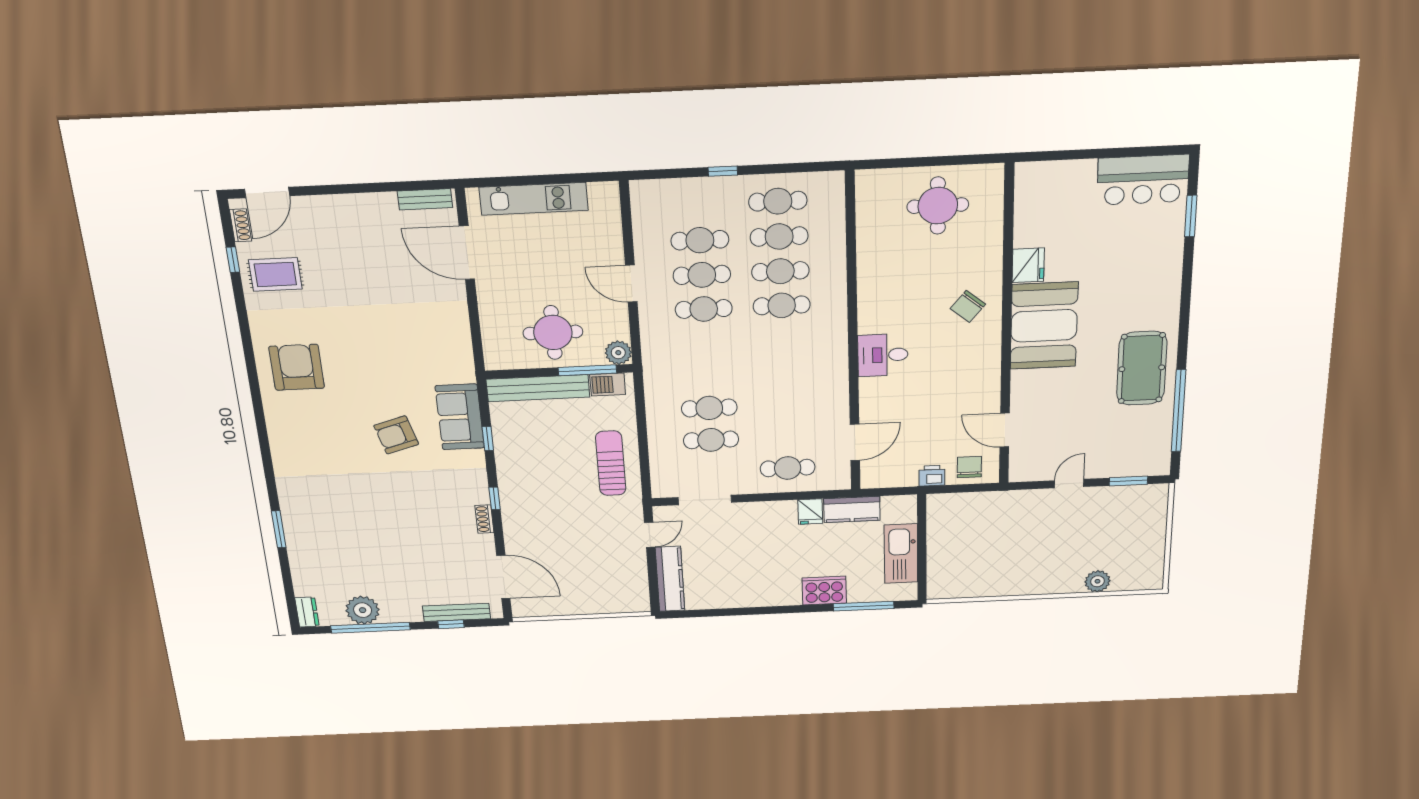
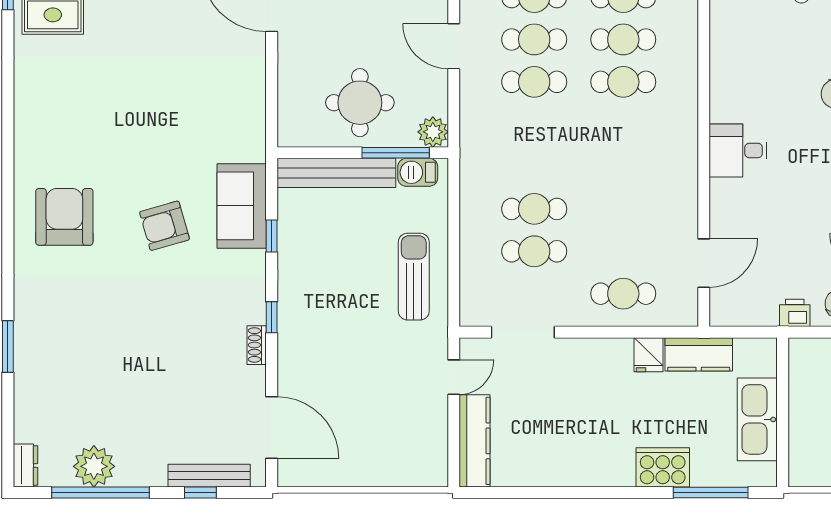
armchair: (297, 367) -> (64, 217), moved

